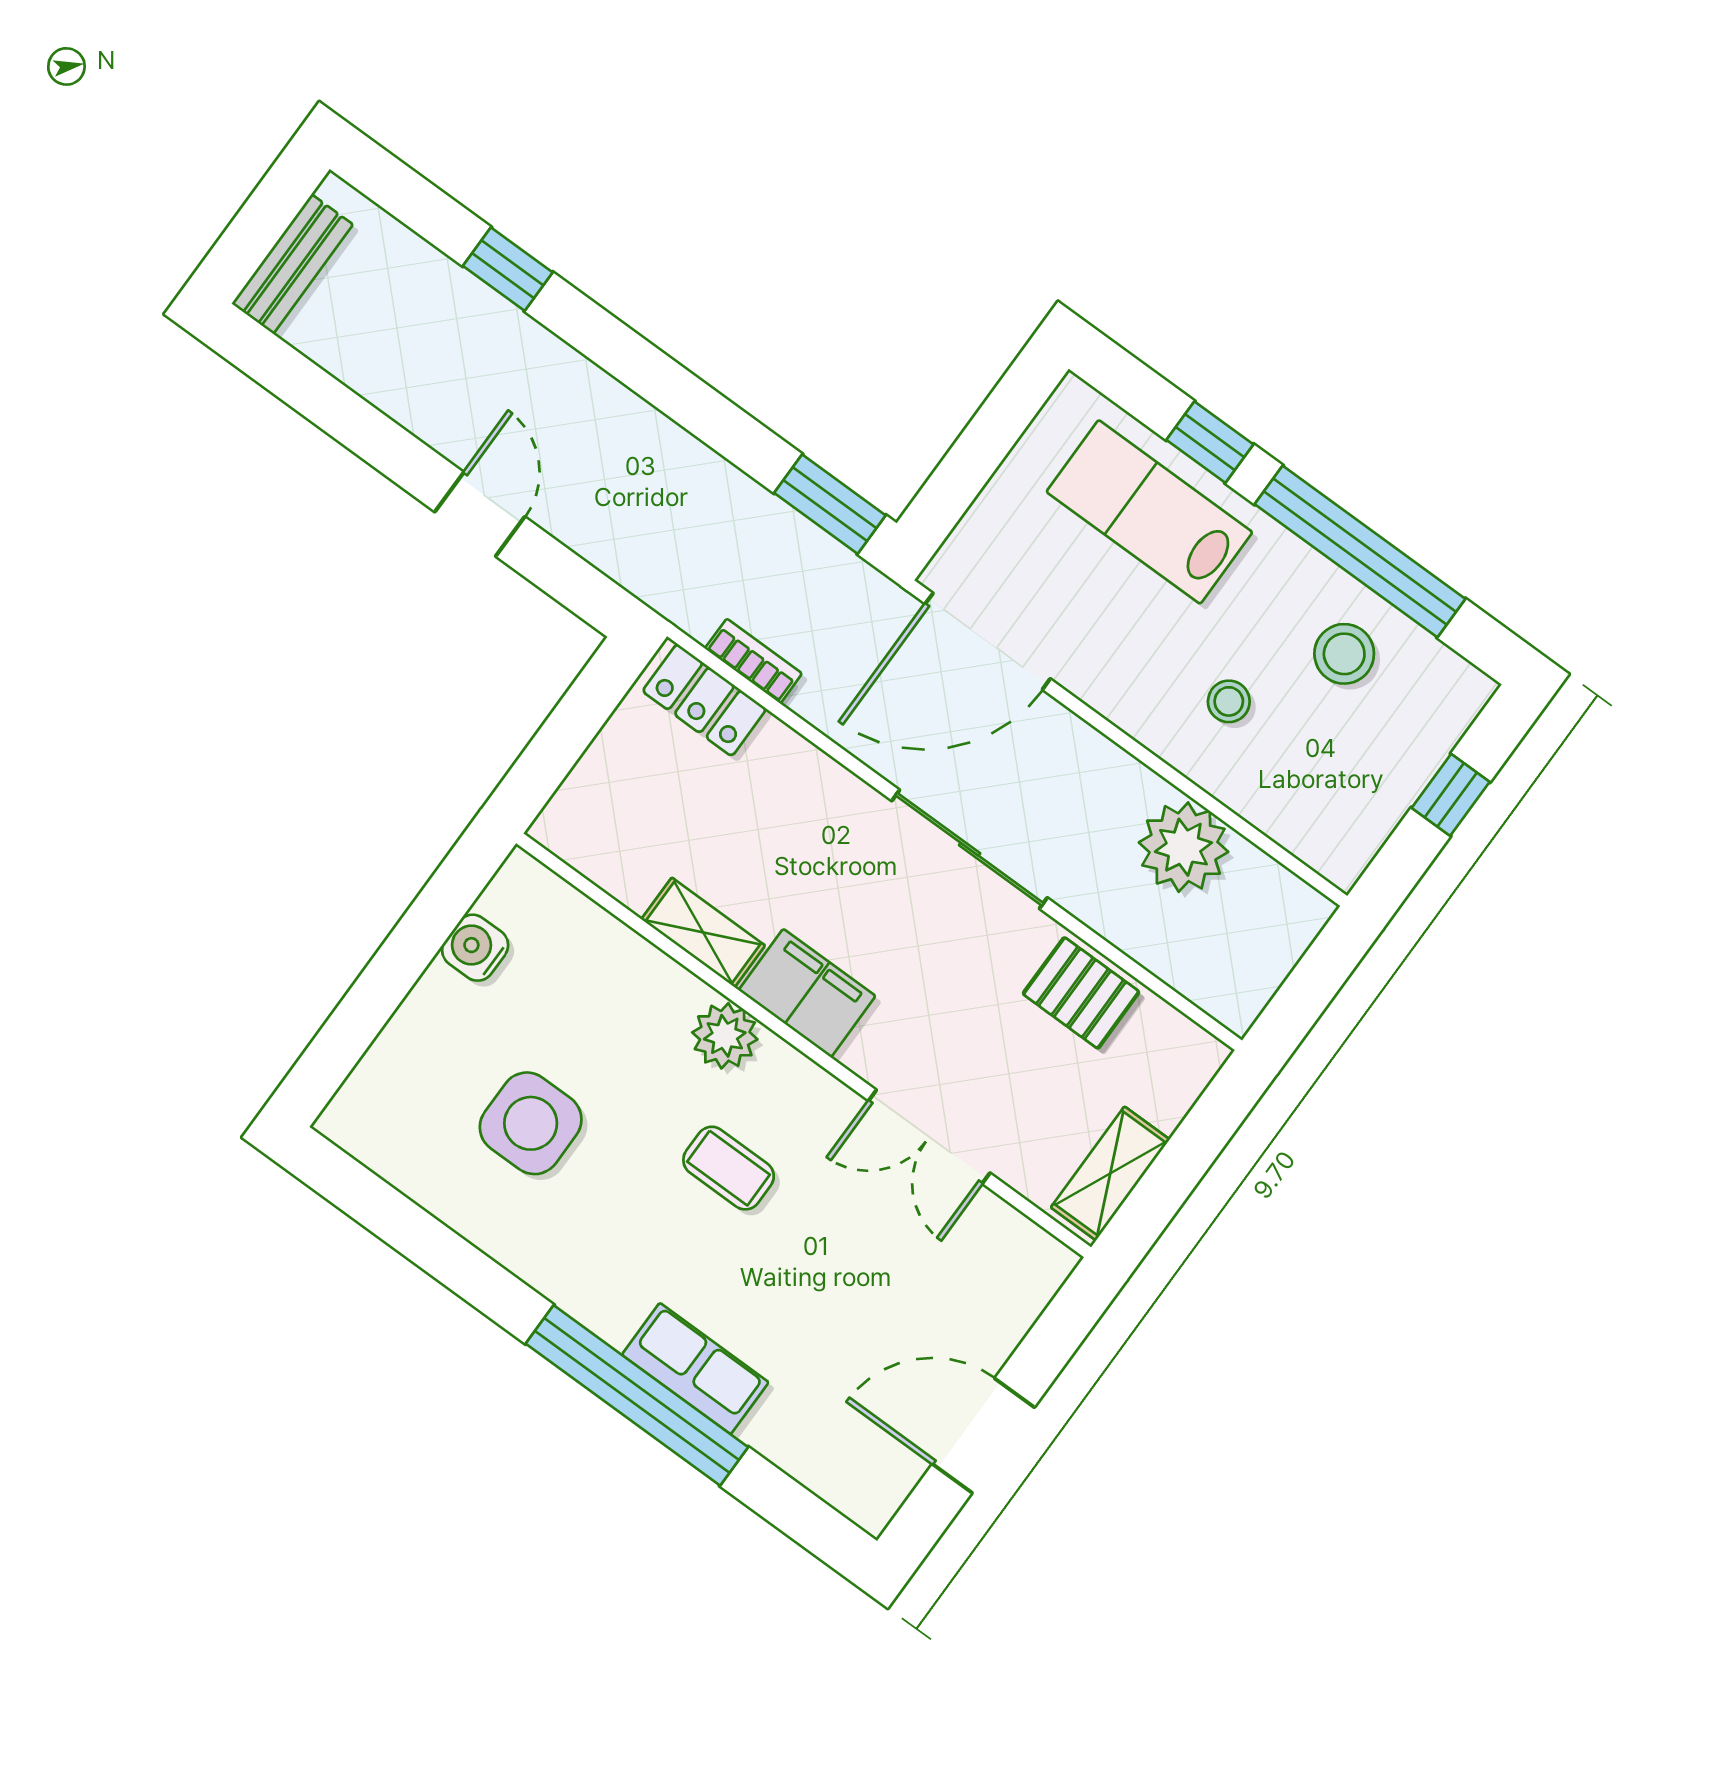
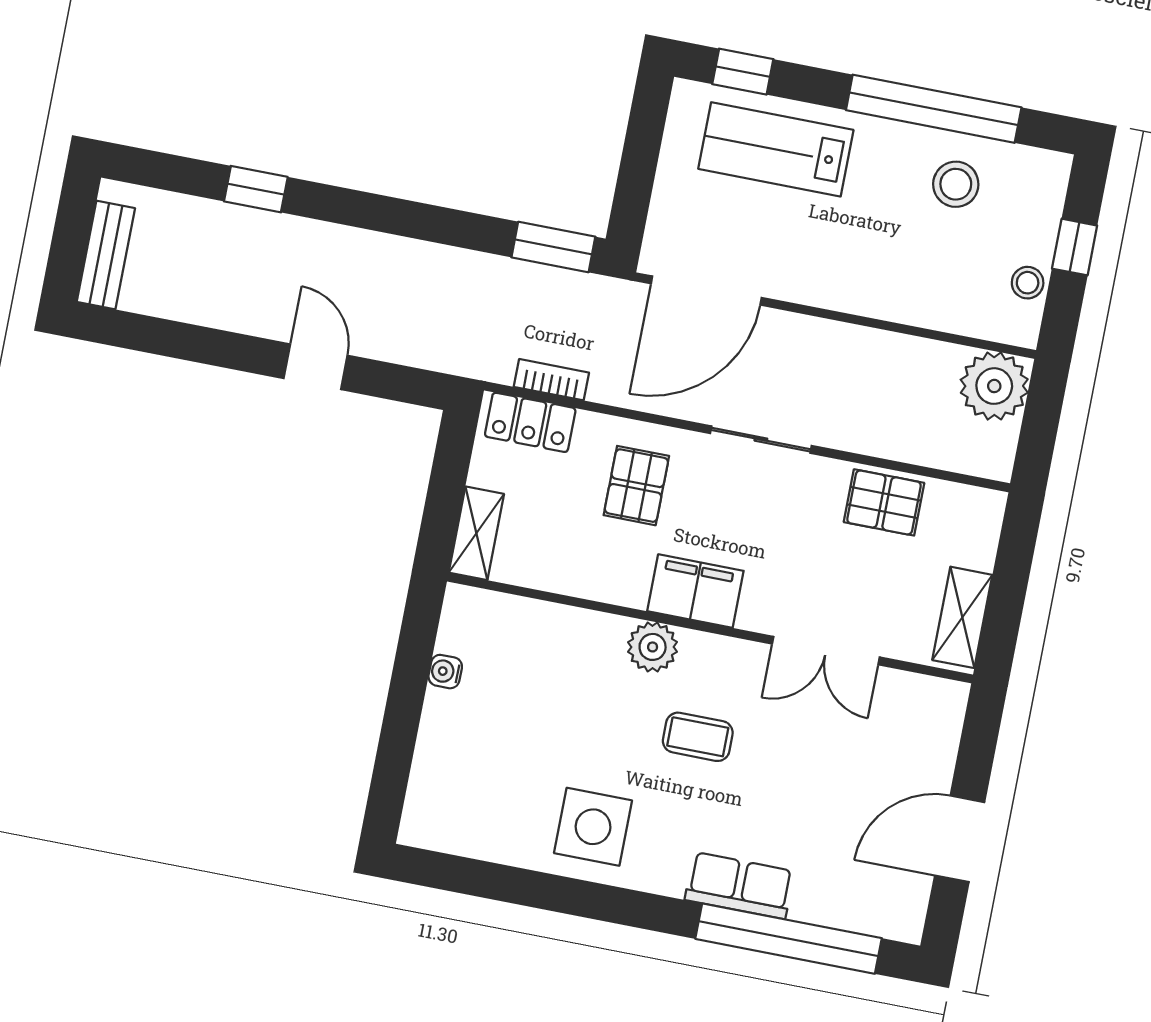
window: (1210, 442) -> (743, 72), moved
stool: (1229, 701) -> (1028, 283), moved
pallet: (796, 835) -> (636, 486), added
plant: (1183, 847) -> (994, 386), moved
sliding door: (970, 849) -> (761, 440), width x0.73
shelving: (703, 932) -> (476, 533), moved, turned 90
water cooler: (475, 948) -> (445, 672), width x0.72, depth x0.72
side table: (531, 1123) -> (593, 827), moved
window: (637, 1395) -> (789, 939), moved

